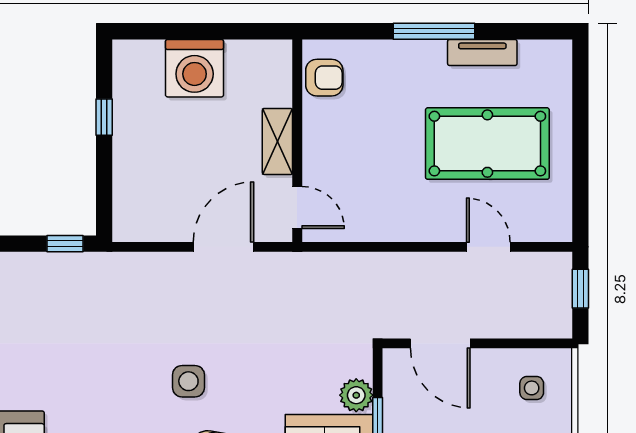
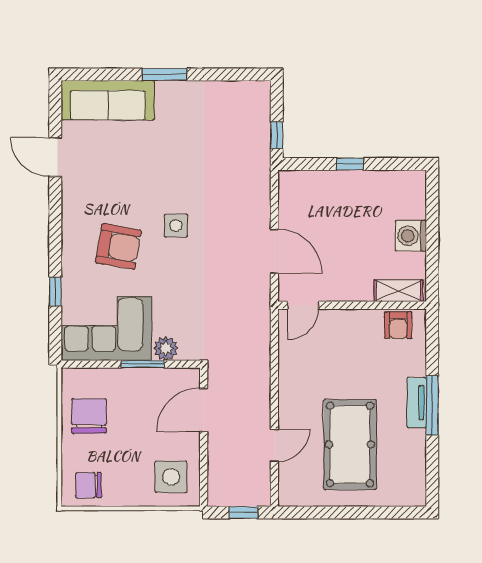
tv unit: (482, 53) -> (417, 403), moved
washing machine: (195, 68) -> (411, 236), width x0.73, depth x0.73
window: (104, 117) -> (350, 164), moved
shelving: (277, 141) -> (398, 291), moved
side table: (532, 388) -> (171, 477), width x1.87, depth x1.87

